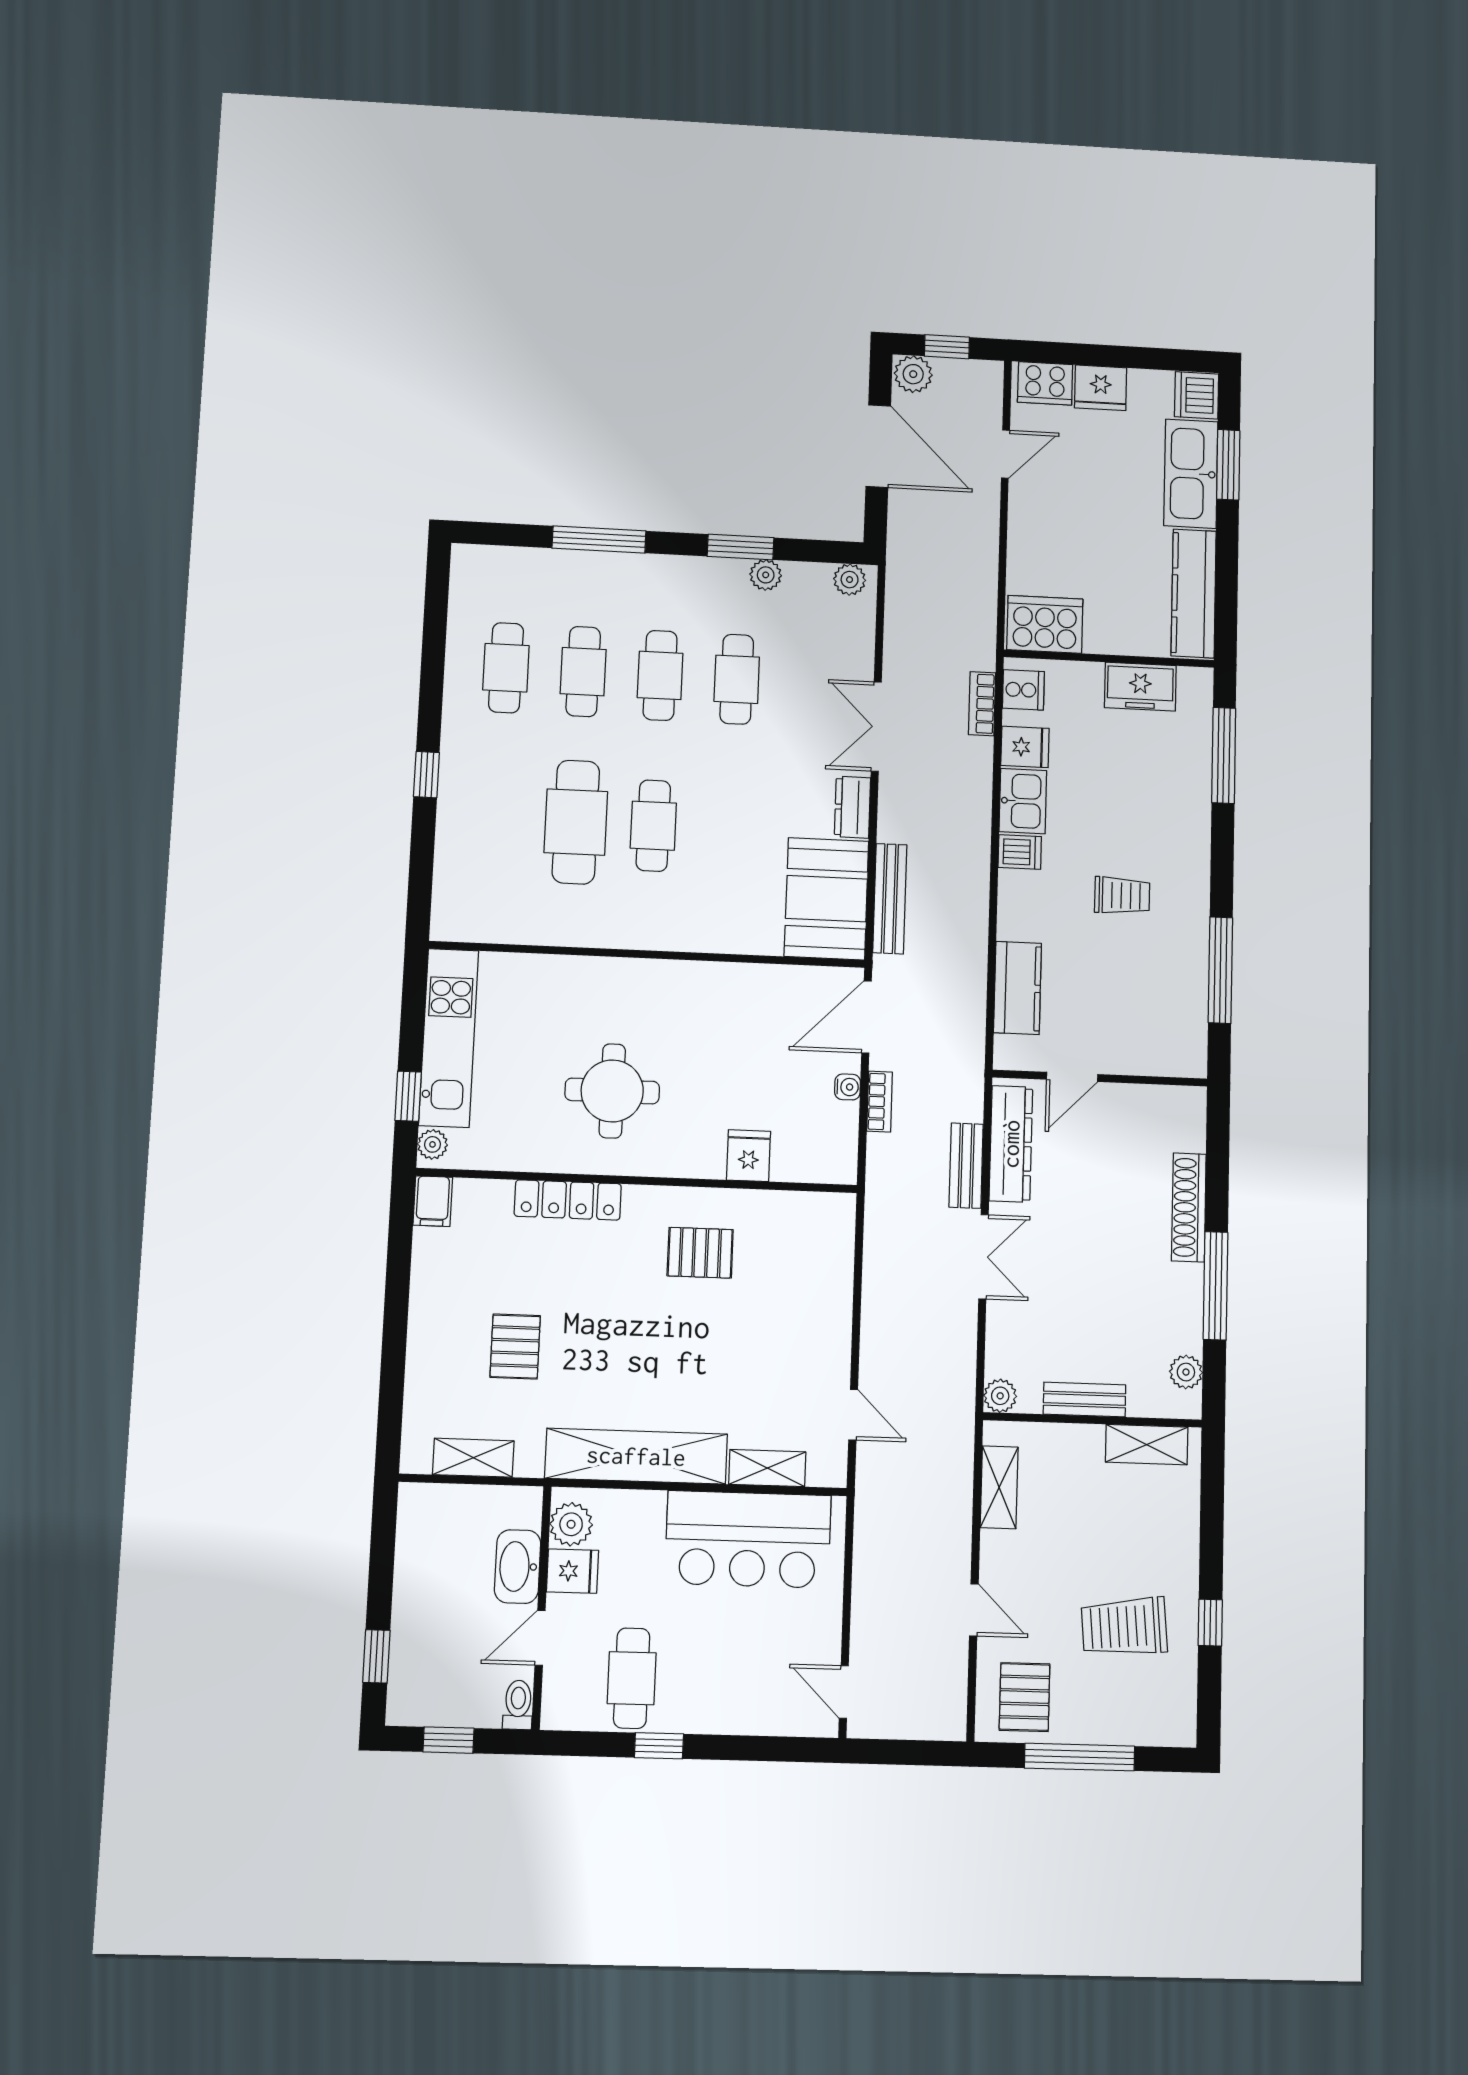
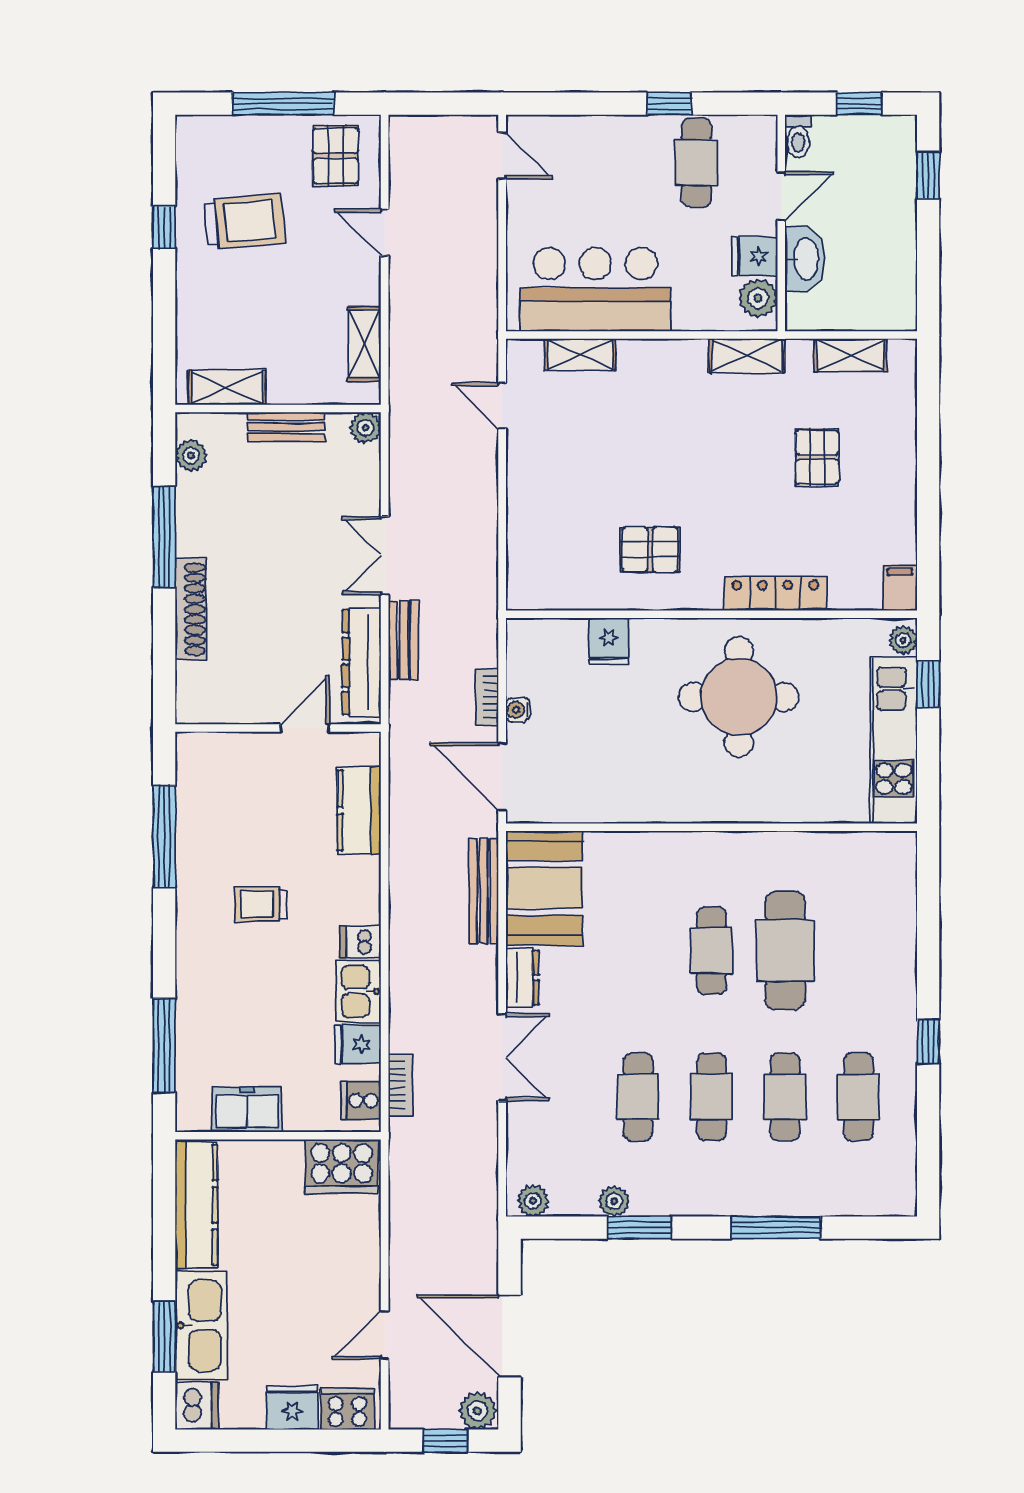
window: (426, 775) -> (928, 1041), moved
door: (867, 1017) -> (502, 777), swing flipped
round table: (612, 1091) -> (739, 697), width x1.36, depth x1.36
shelving: (636, 1456) -> (747, 356), width x0.45, depth x0.75

